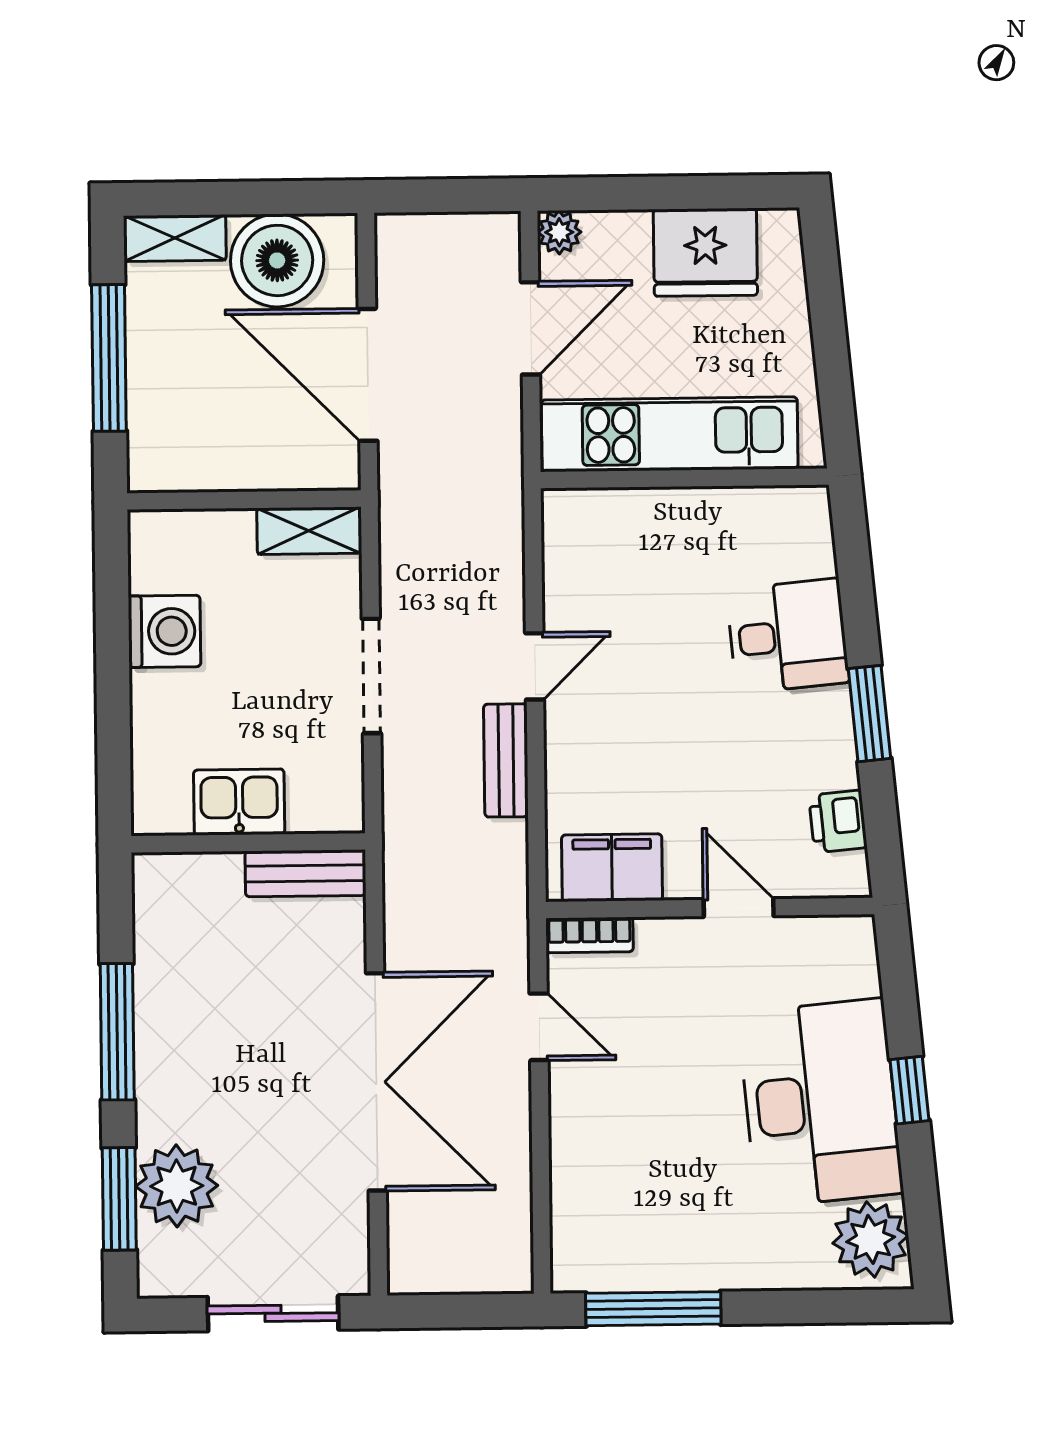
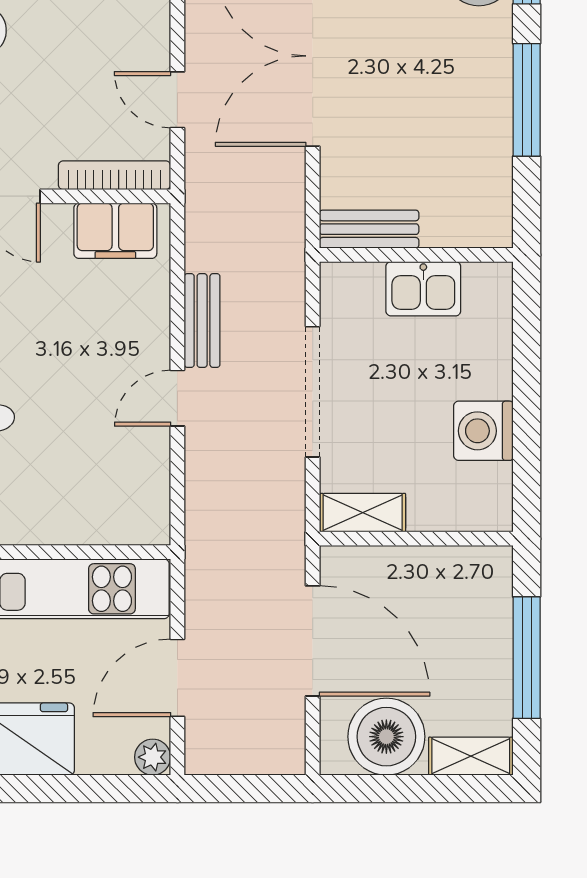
doorway: (371, 676) -> (313, 392), width x1.36
bookcase: (589, 935) -> (114, 175), width x1.56

